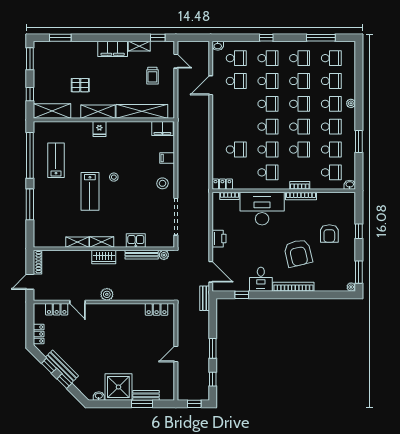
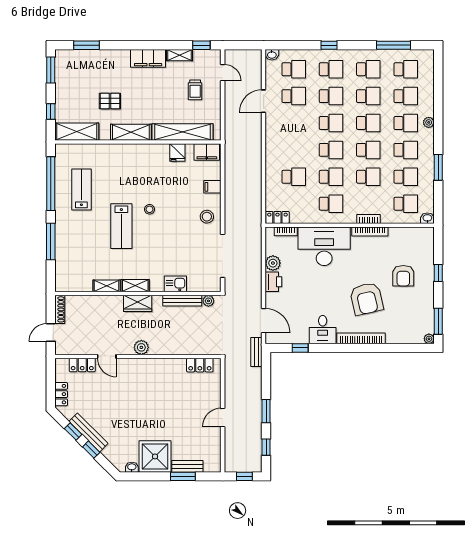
fridge: (99, 129) -> (177, 153), moved
plant: (219, 223) -> (273, 263), added

